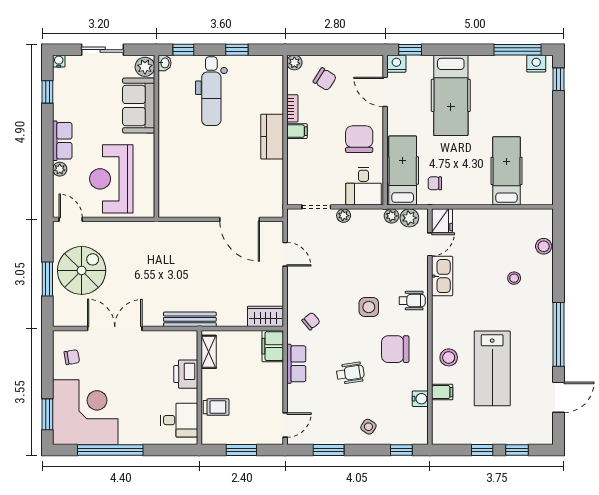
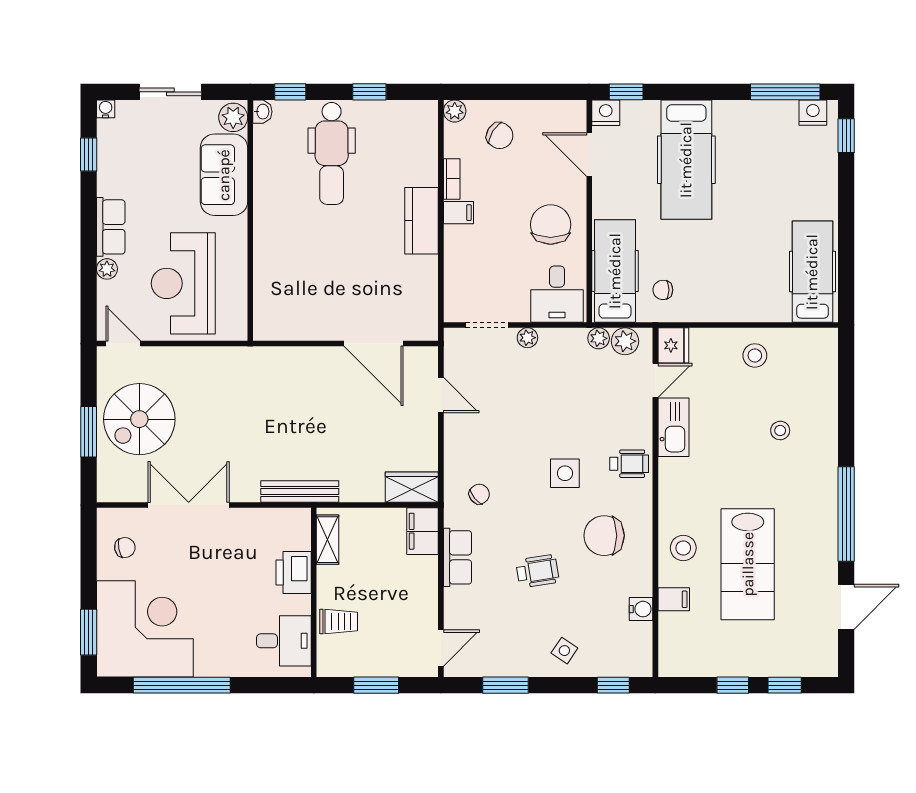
hospital bed: (506, 171) -> (812, 272), moved
stool: (544, 246) -> (755, 355), moved
spiral stairs: (82, 270) -> (139, 419), turned 180

